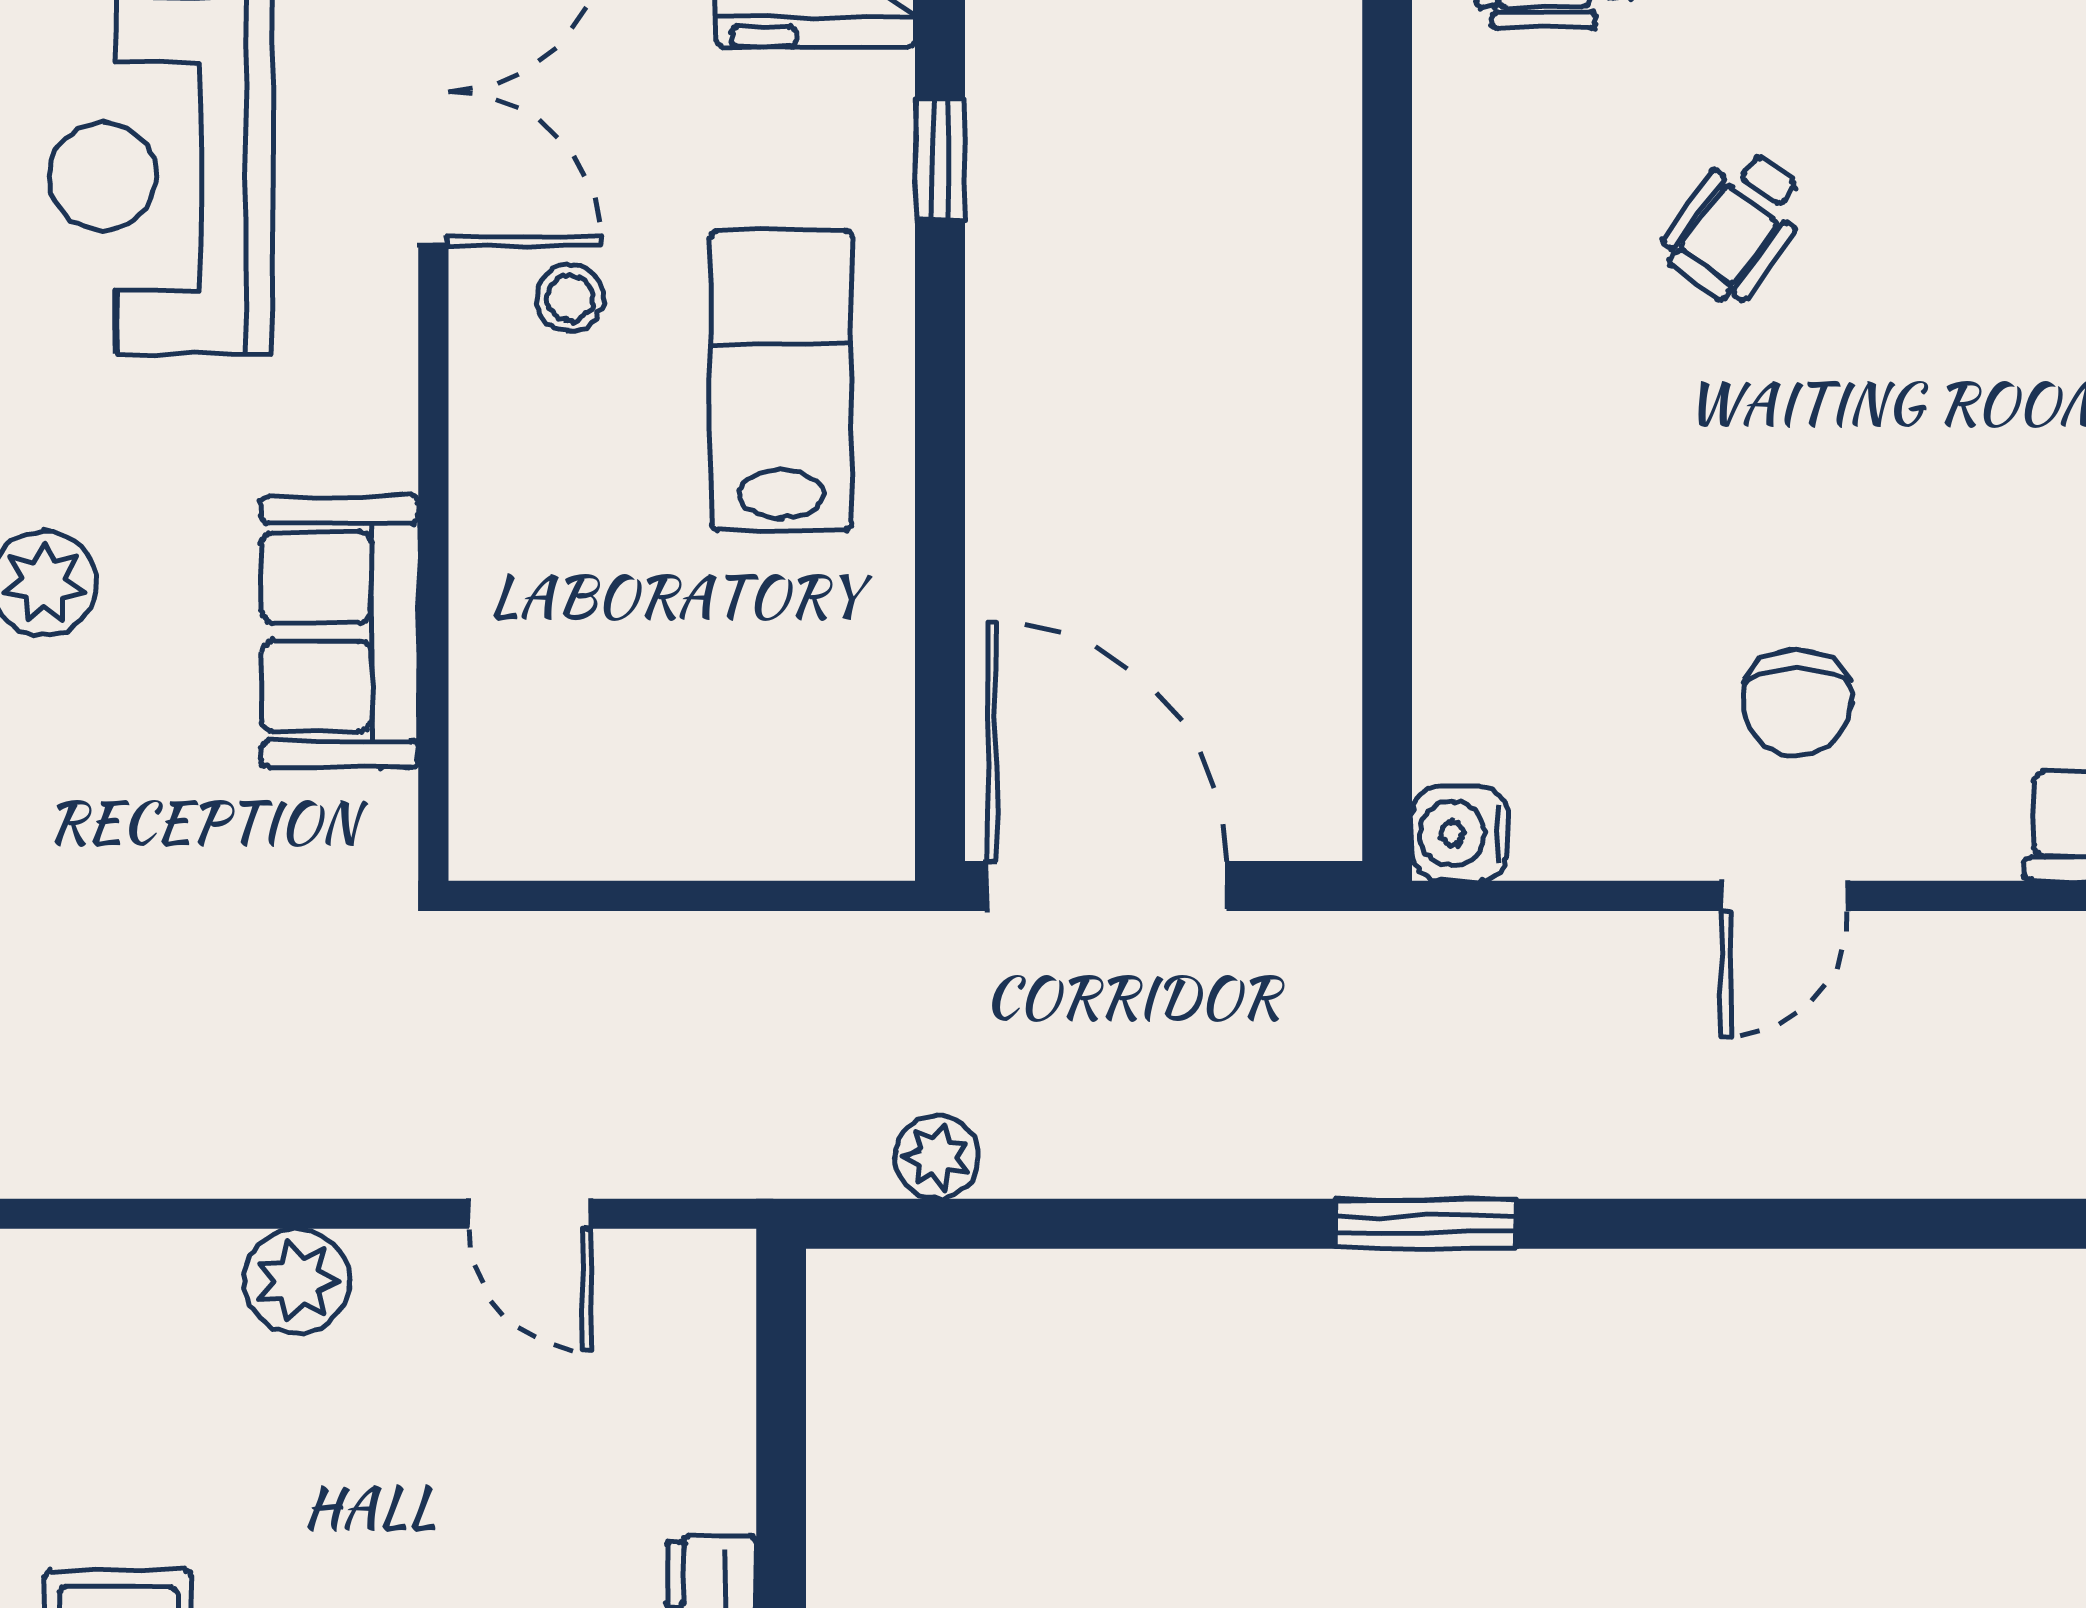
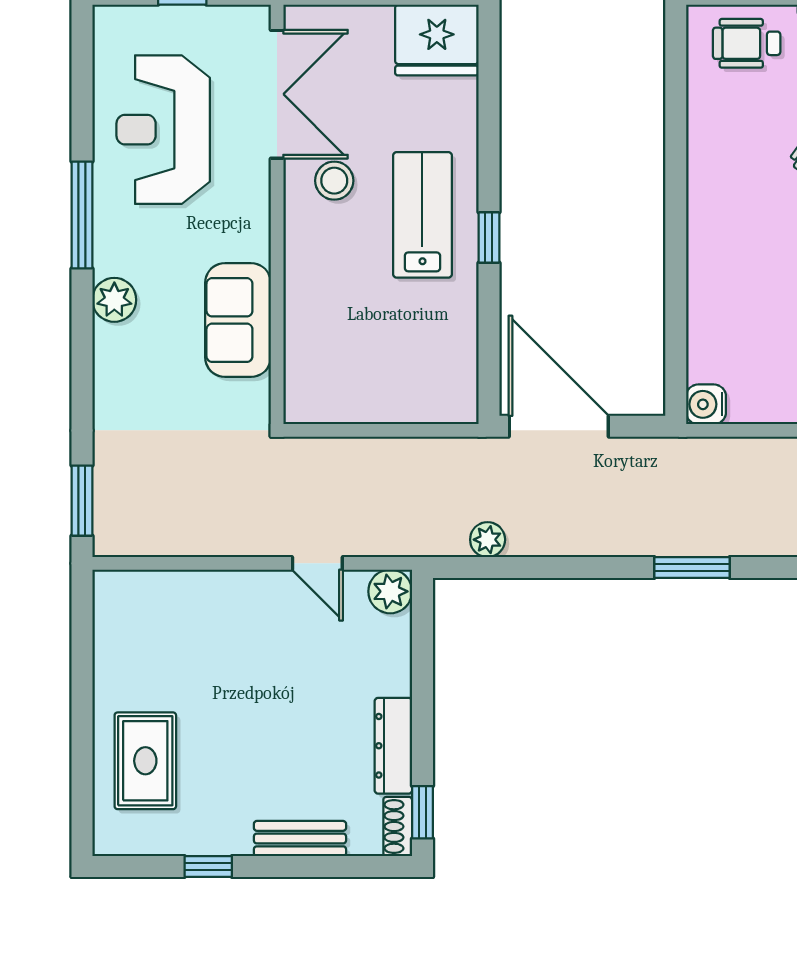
window: (940, 160) -> (489, 238), moved
stool: (570, 298) -> (334, 181), width x1.37, depth x1.37
plant: (297, 1281) -> (390, 591), moved

